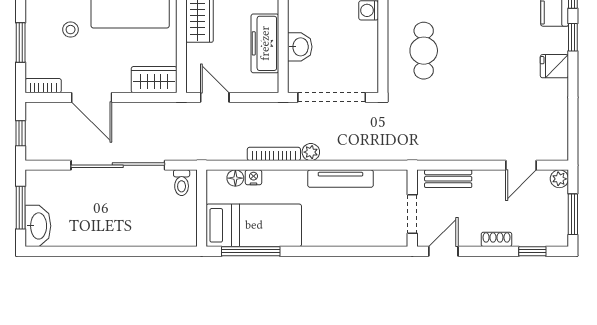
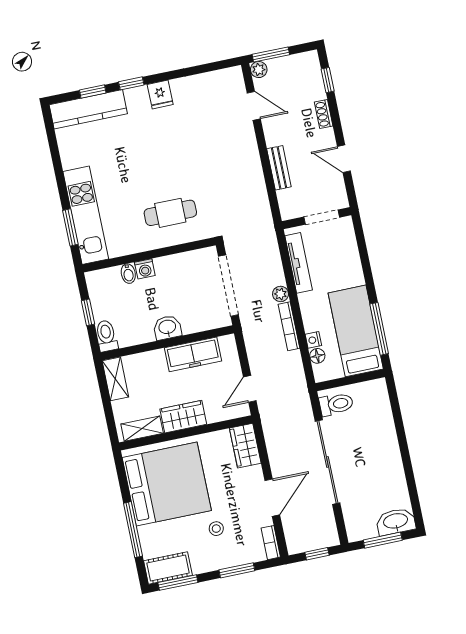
washbasin: (300, 47) -> (167, 327), moved
toilet: (182, 183) -> (336, 404), width x1.37, depth x1.39
wall: (412, 208) -> (317, 218), moved
doorway: (412, 214) -> (322, 217), moved
window: (573, 214) -> (271, 55), moved

